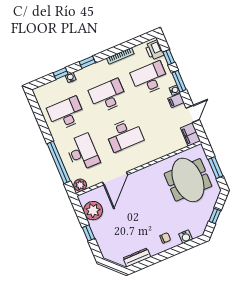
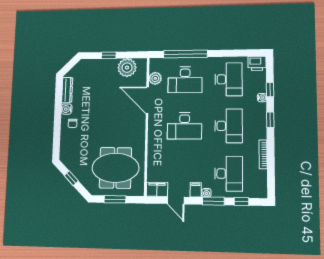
printer: (154, 50) -> (257, 63), moved, turned 180
desk: (124, 135) -> (185, 126), turned -90
plant: (80, 185) -> (155, 78), moved
water cooler: (186, 237) -> (67, 109), moved

